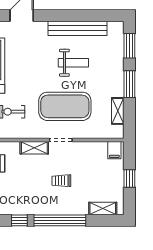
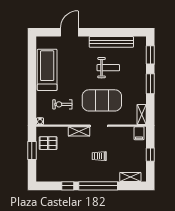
shelving: (118, 111) -> (142, 115), moved

